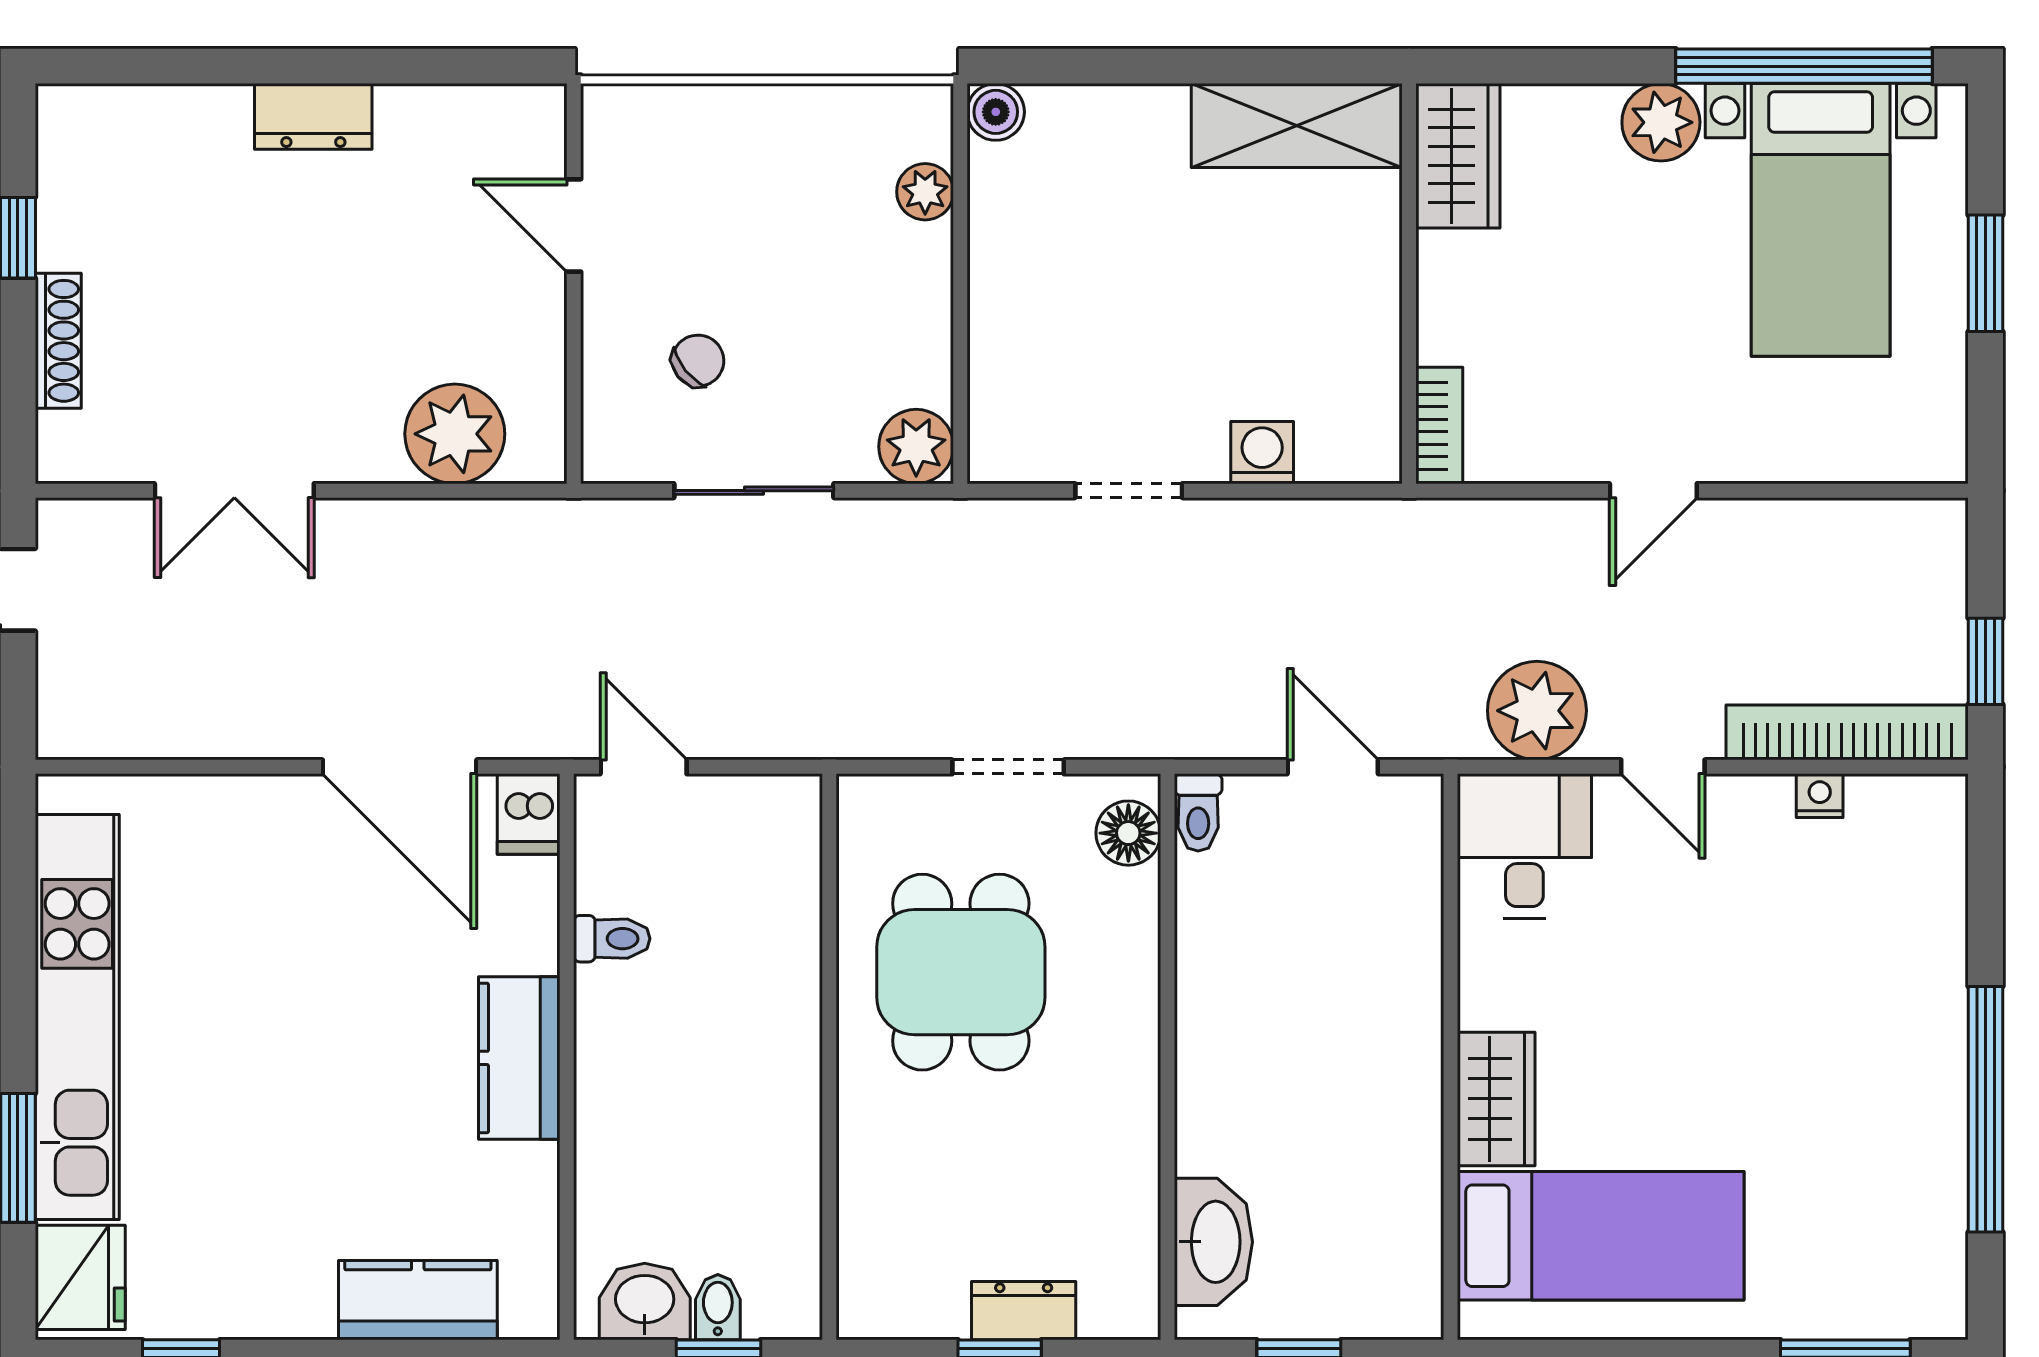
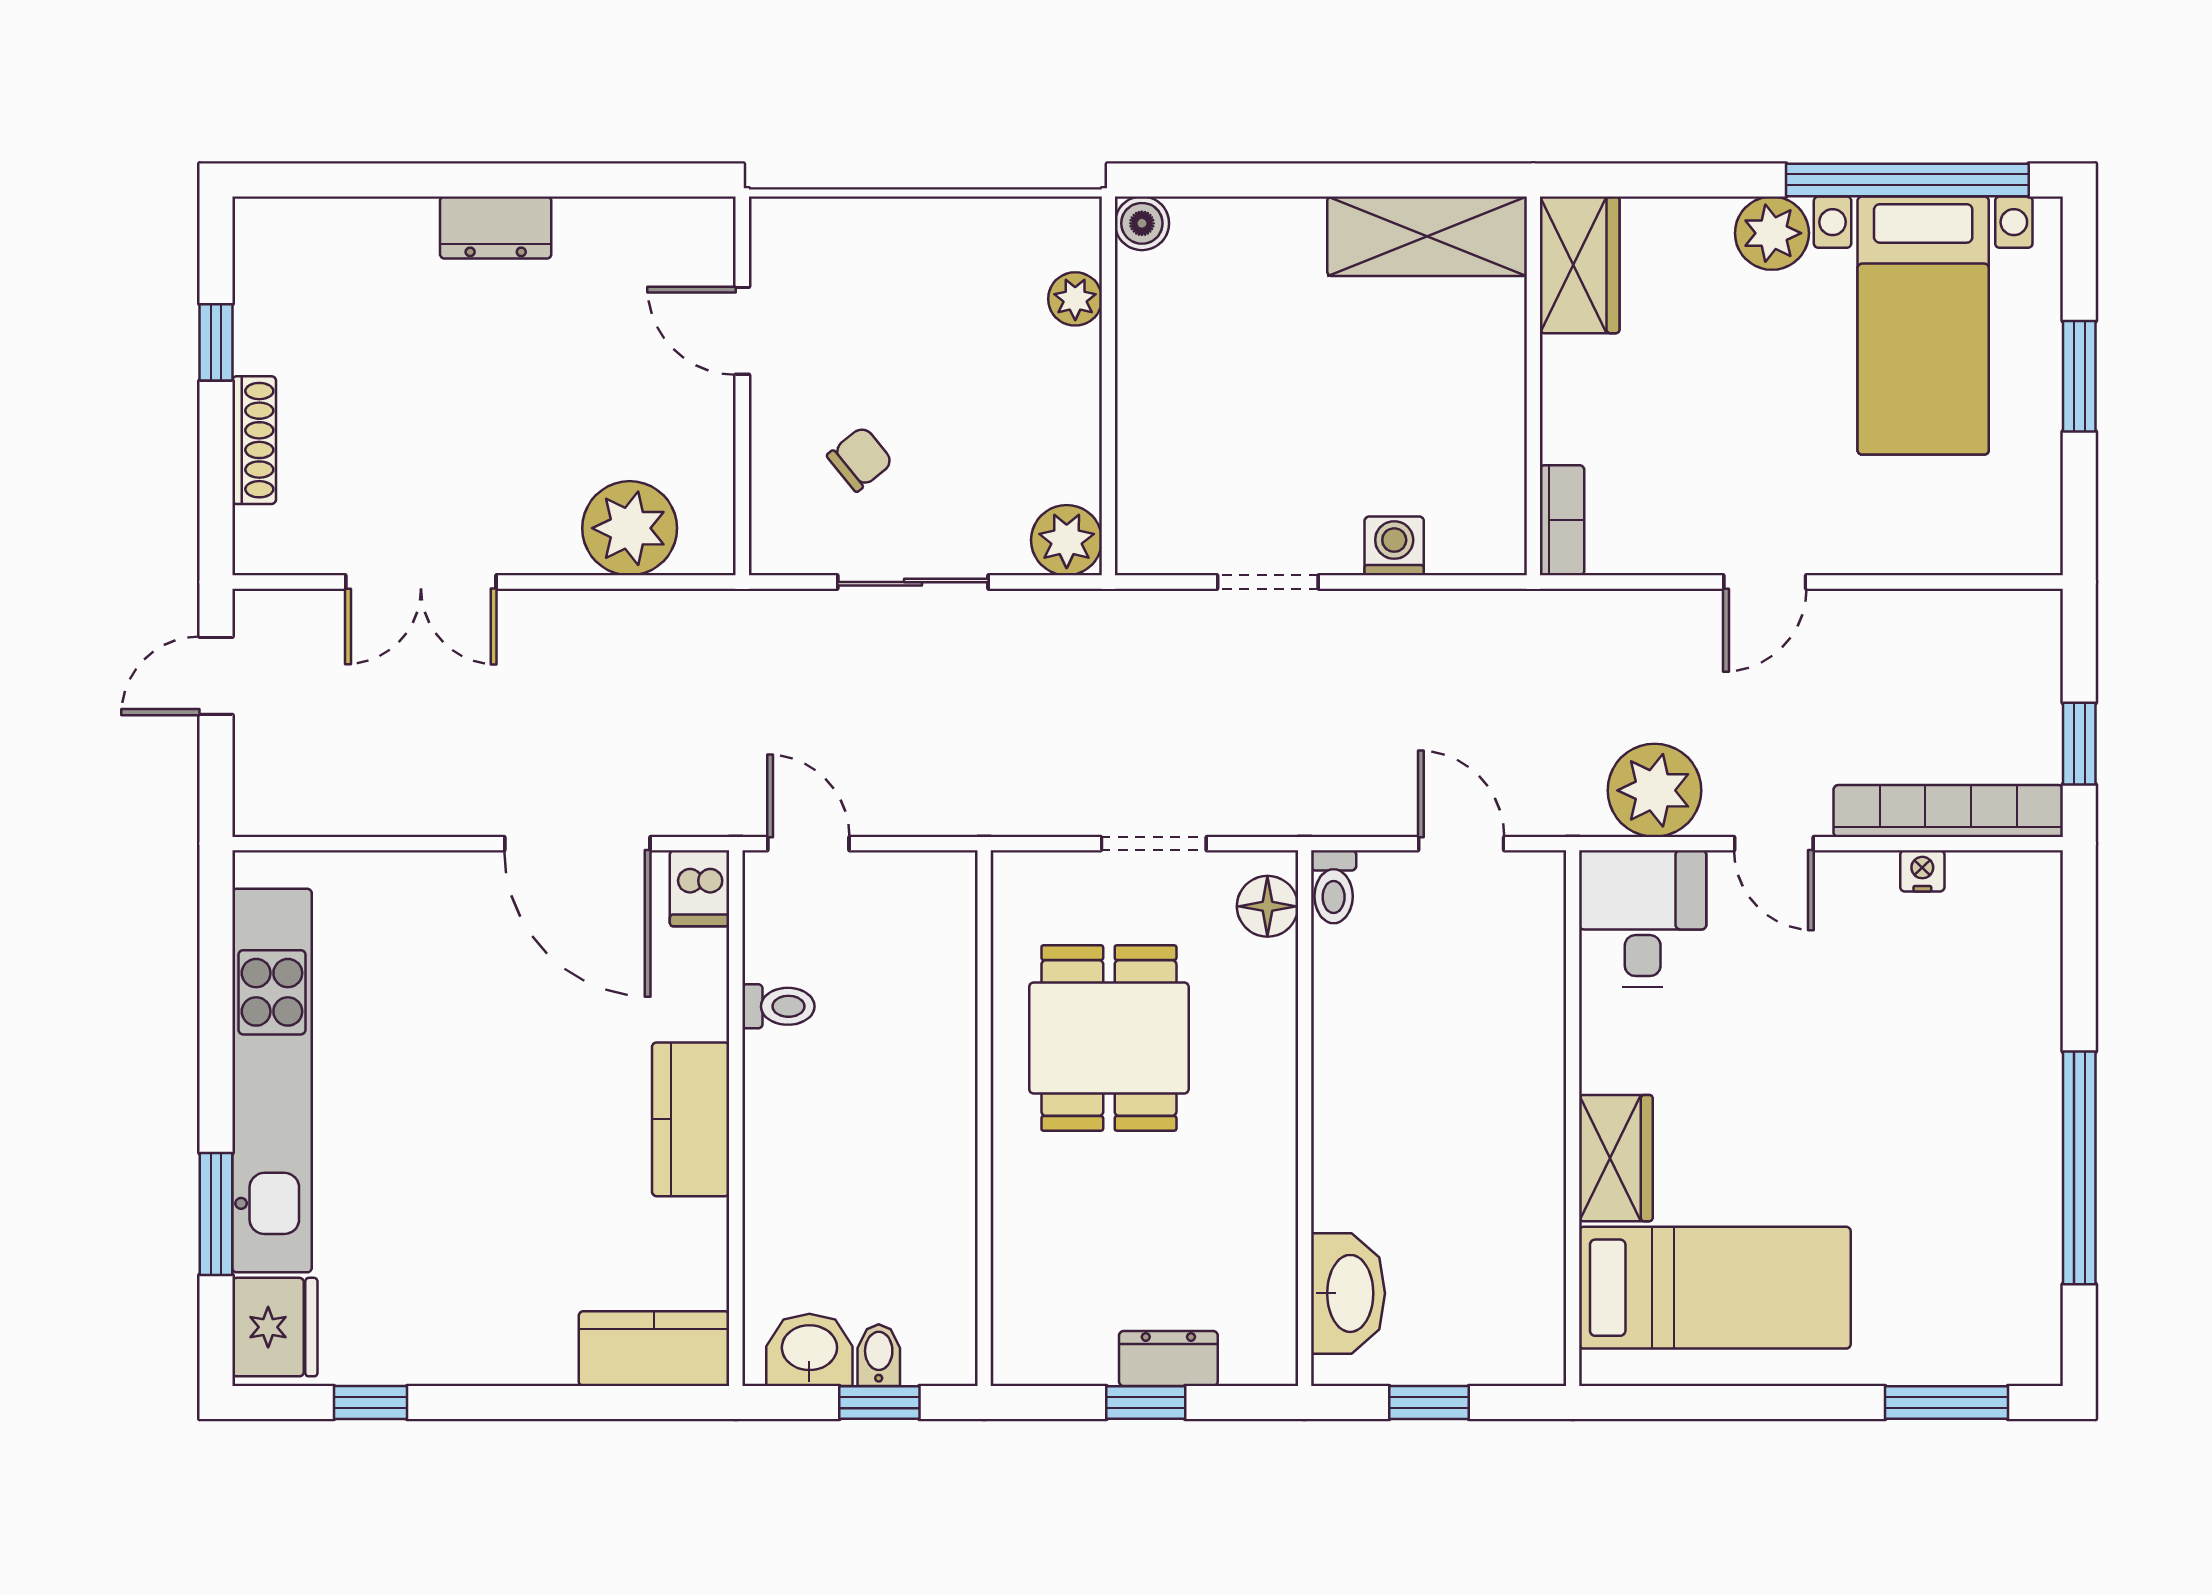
kitchen counter: (418, 1300) -> (654, 1349), moved

